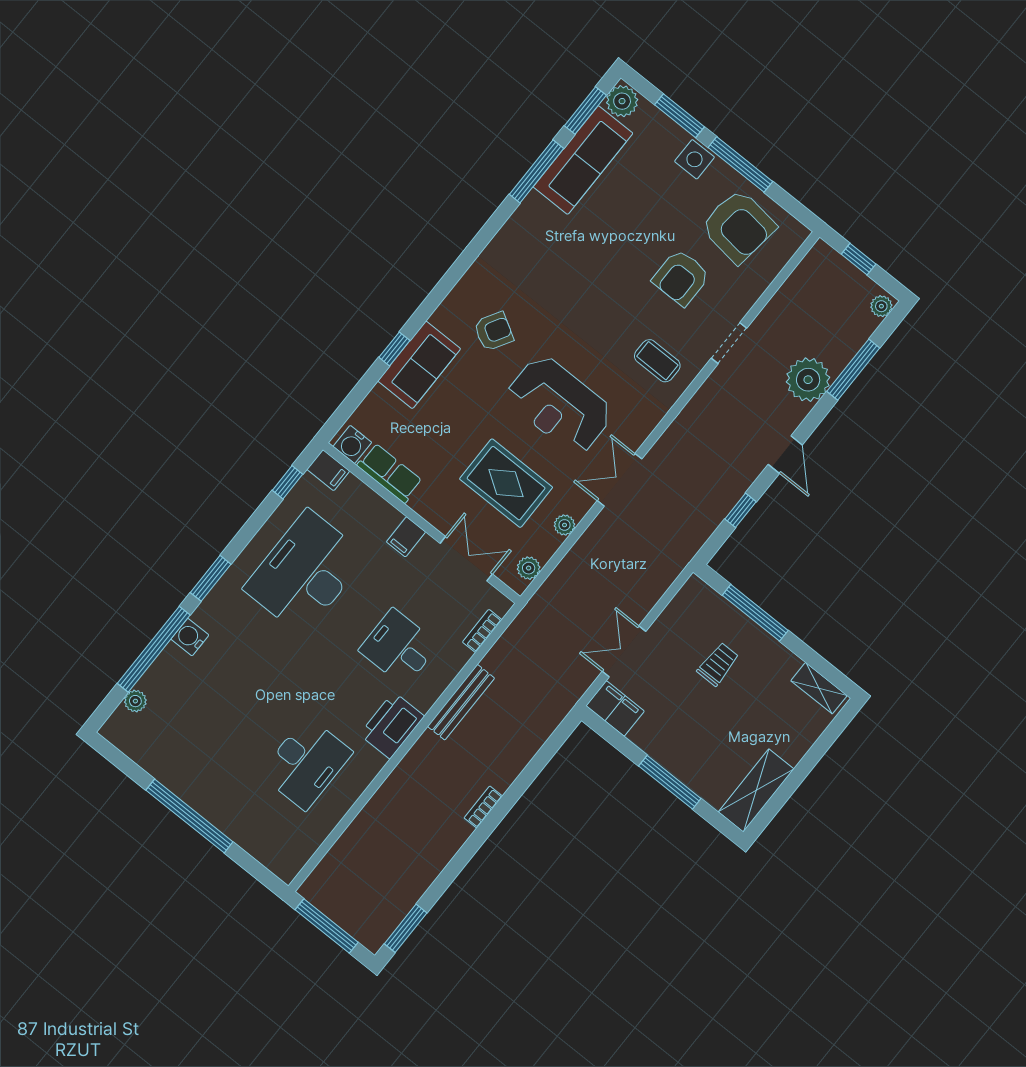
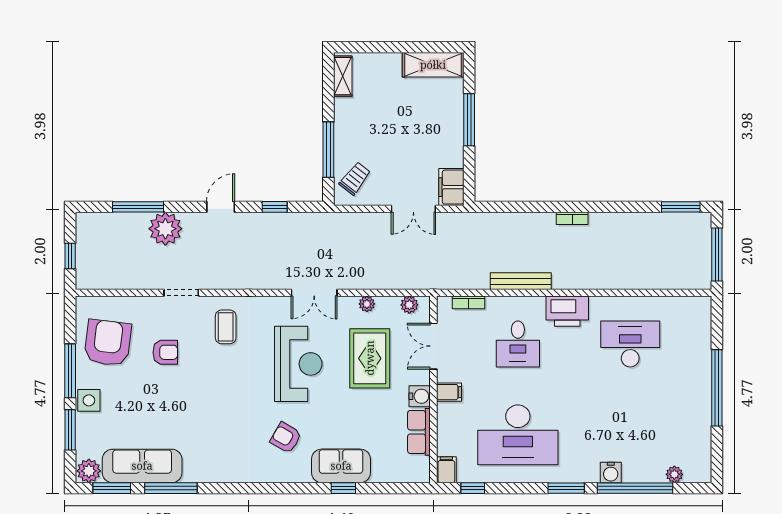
armchair: (681, 278) -> (165, 352), width x0.72, depth x0.72
plant: (881, 306) -> (87, 220), removed
water cooler: (352, 444) -> (420, 396), moved
trolley: (718, 664) -> (355, 178), moved, turned 128

